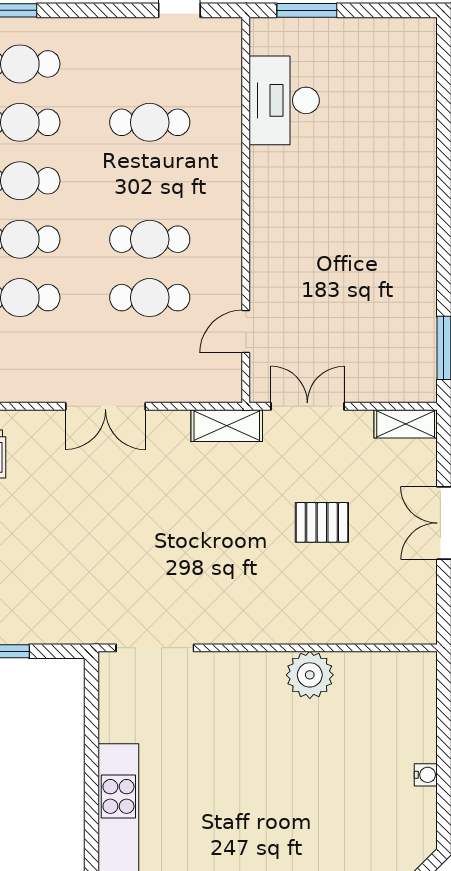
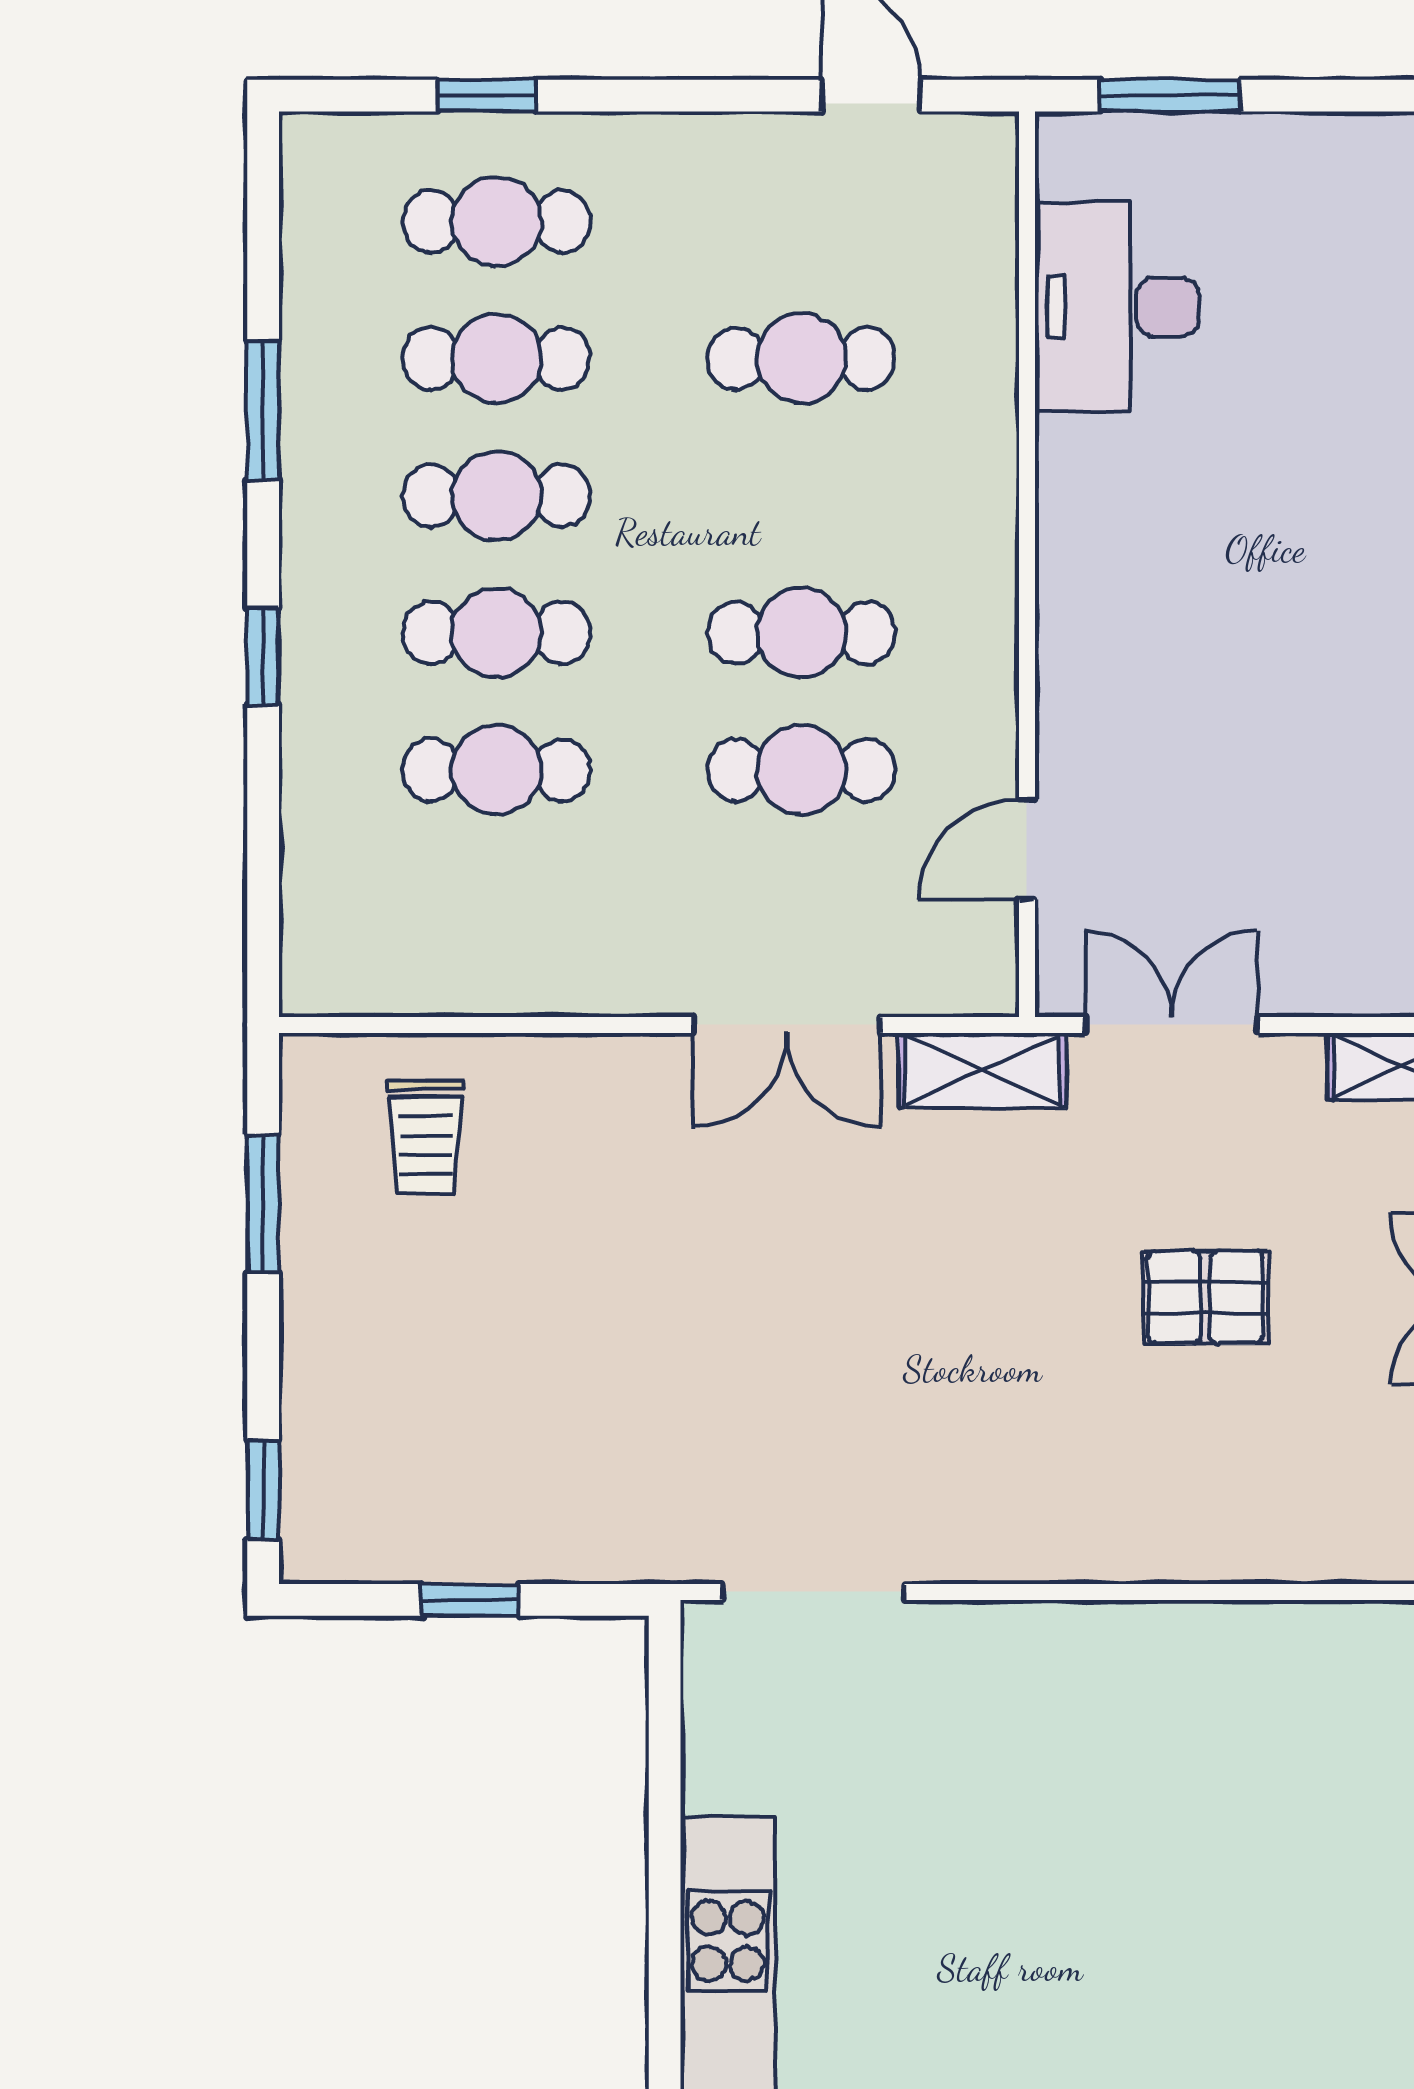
double door: (105, 406) -> (787, 1025), moved
plant: (310, 675) -> (1177, 1655), removed

